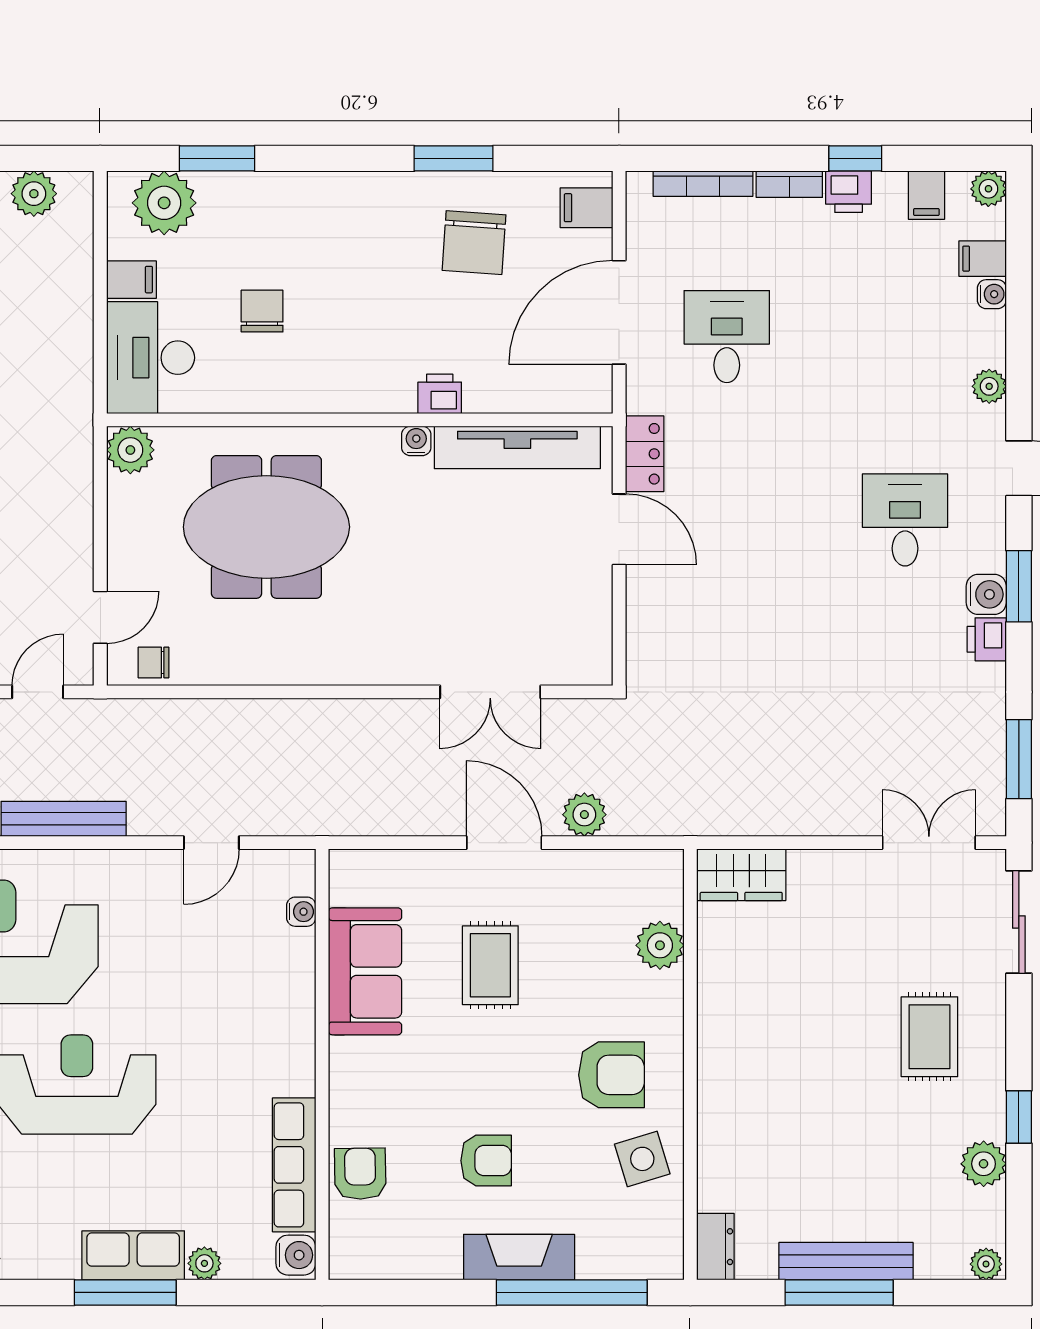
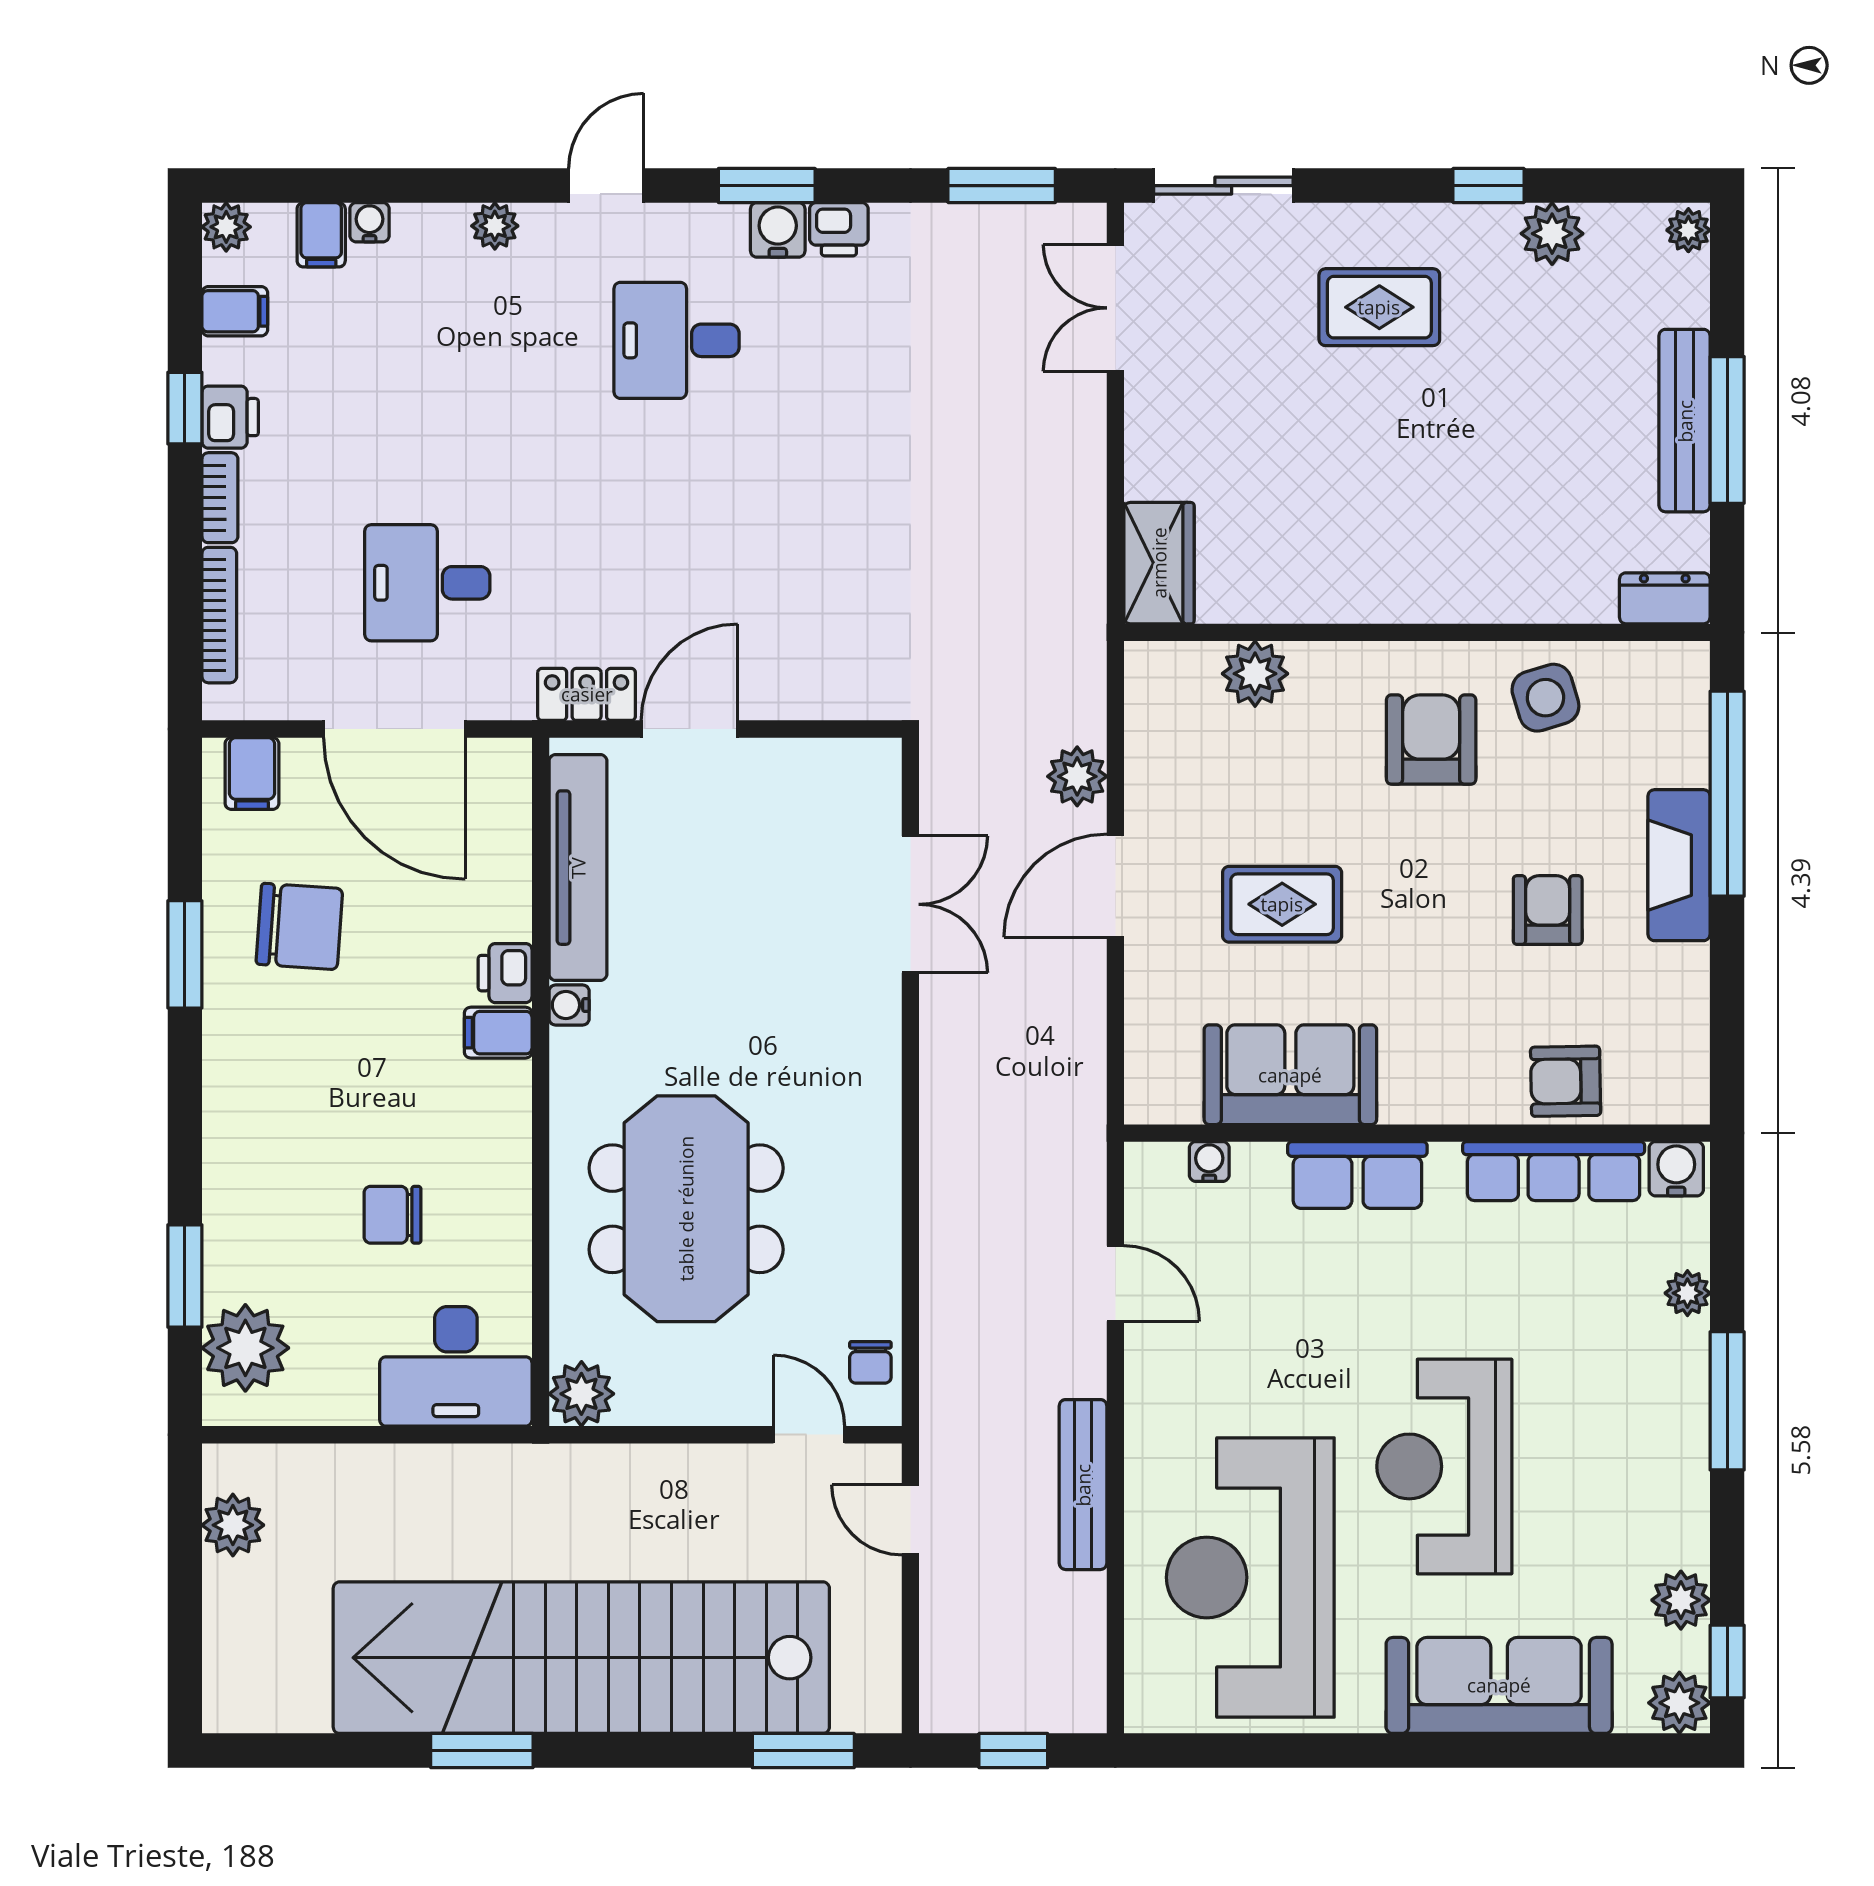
filing cabinet: (131, 280) -> (498, 1033), moved, turned -90
row of seats: (133, 1255) -> (1357, 1175), moved, turned -90

